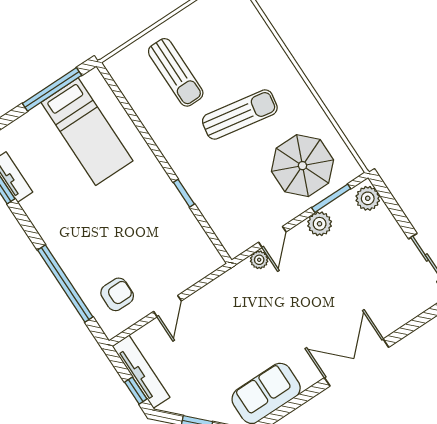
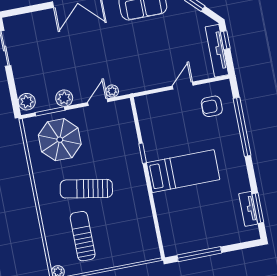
sun lounger: (176, 72) -> (83, 236), moved
bed: (87, 132) -> (183, 171), moved, turned 90

